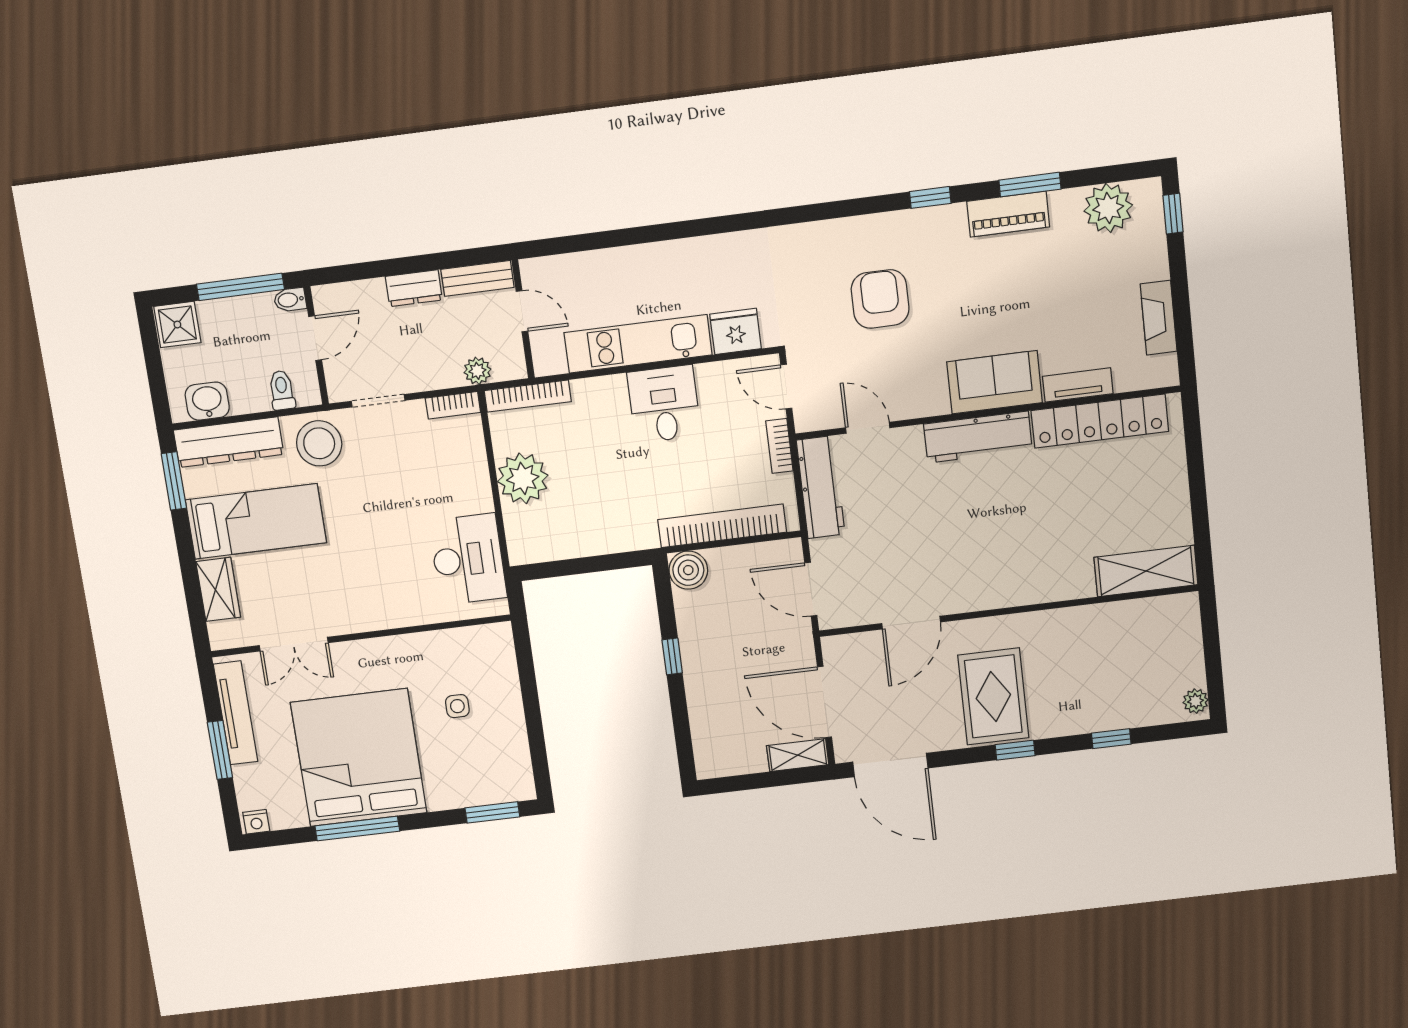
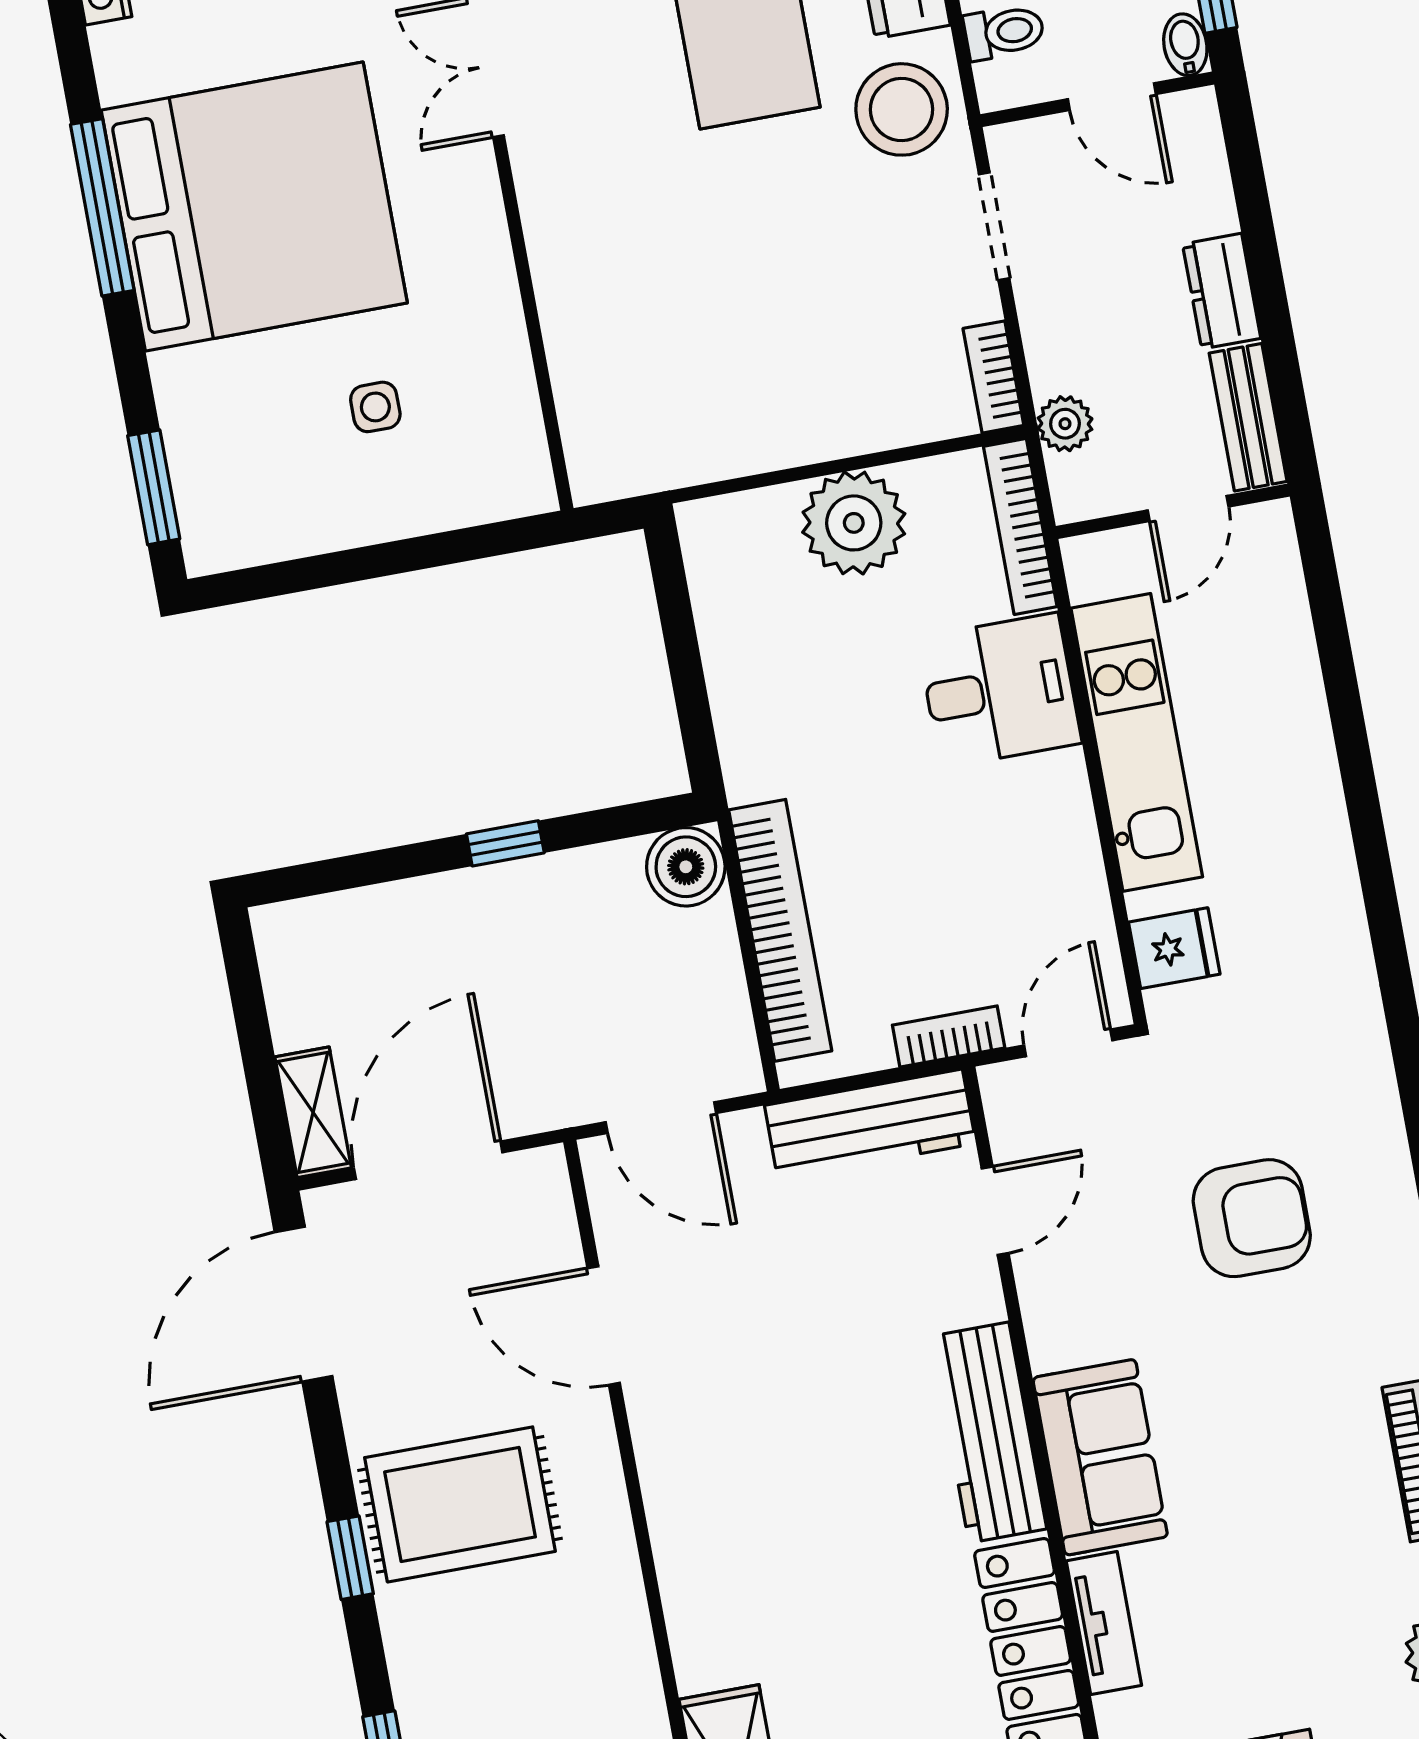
fridge: (736, 331) -> (1174, 948), width x0.72
desk: (664, 404) -> (999, 690), moved
desk: (468, 559) -> (682, 418), removed
door: (811, 589) -> (661, 1118), swing flipped

